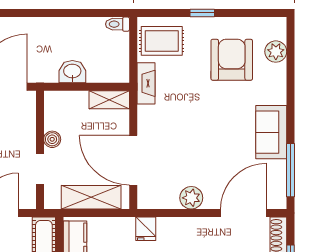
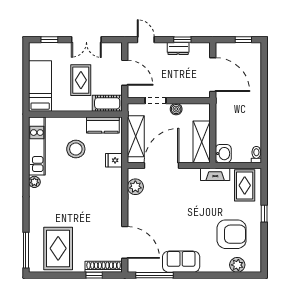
washbasin: (72, 72) -> (223, 154), moved
shelving: (109, 100) -> (202, 142), width x1.50, depth x1.33
plant: (191, 198) -> (135, 187), moved
fridge: (146, 229) -> (114, 160), moved

